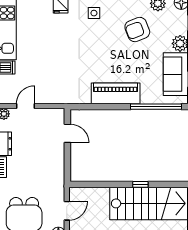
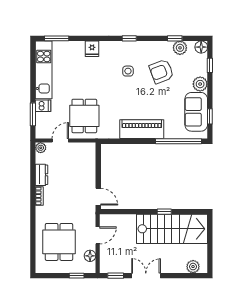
side table: (94, 13) -> (128, 71), moved
dining table: (52, 79) -> (84, 116), added
door: (67, 133) -> (98, 197), moved

